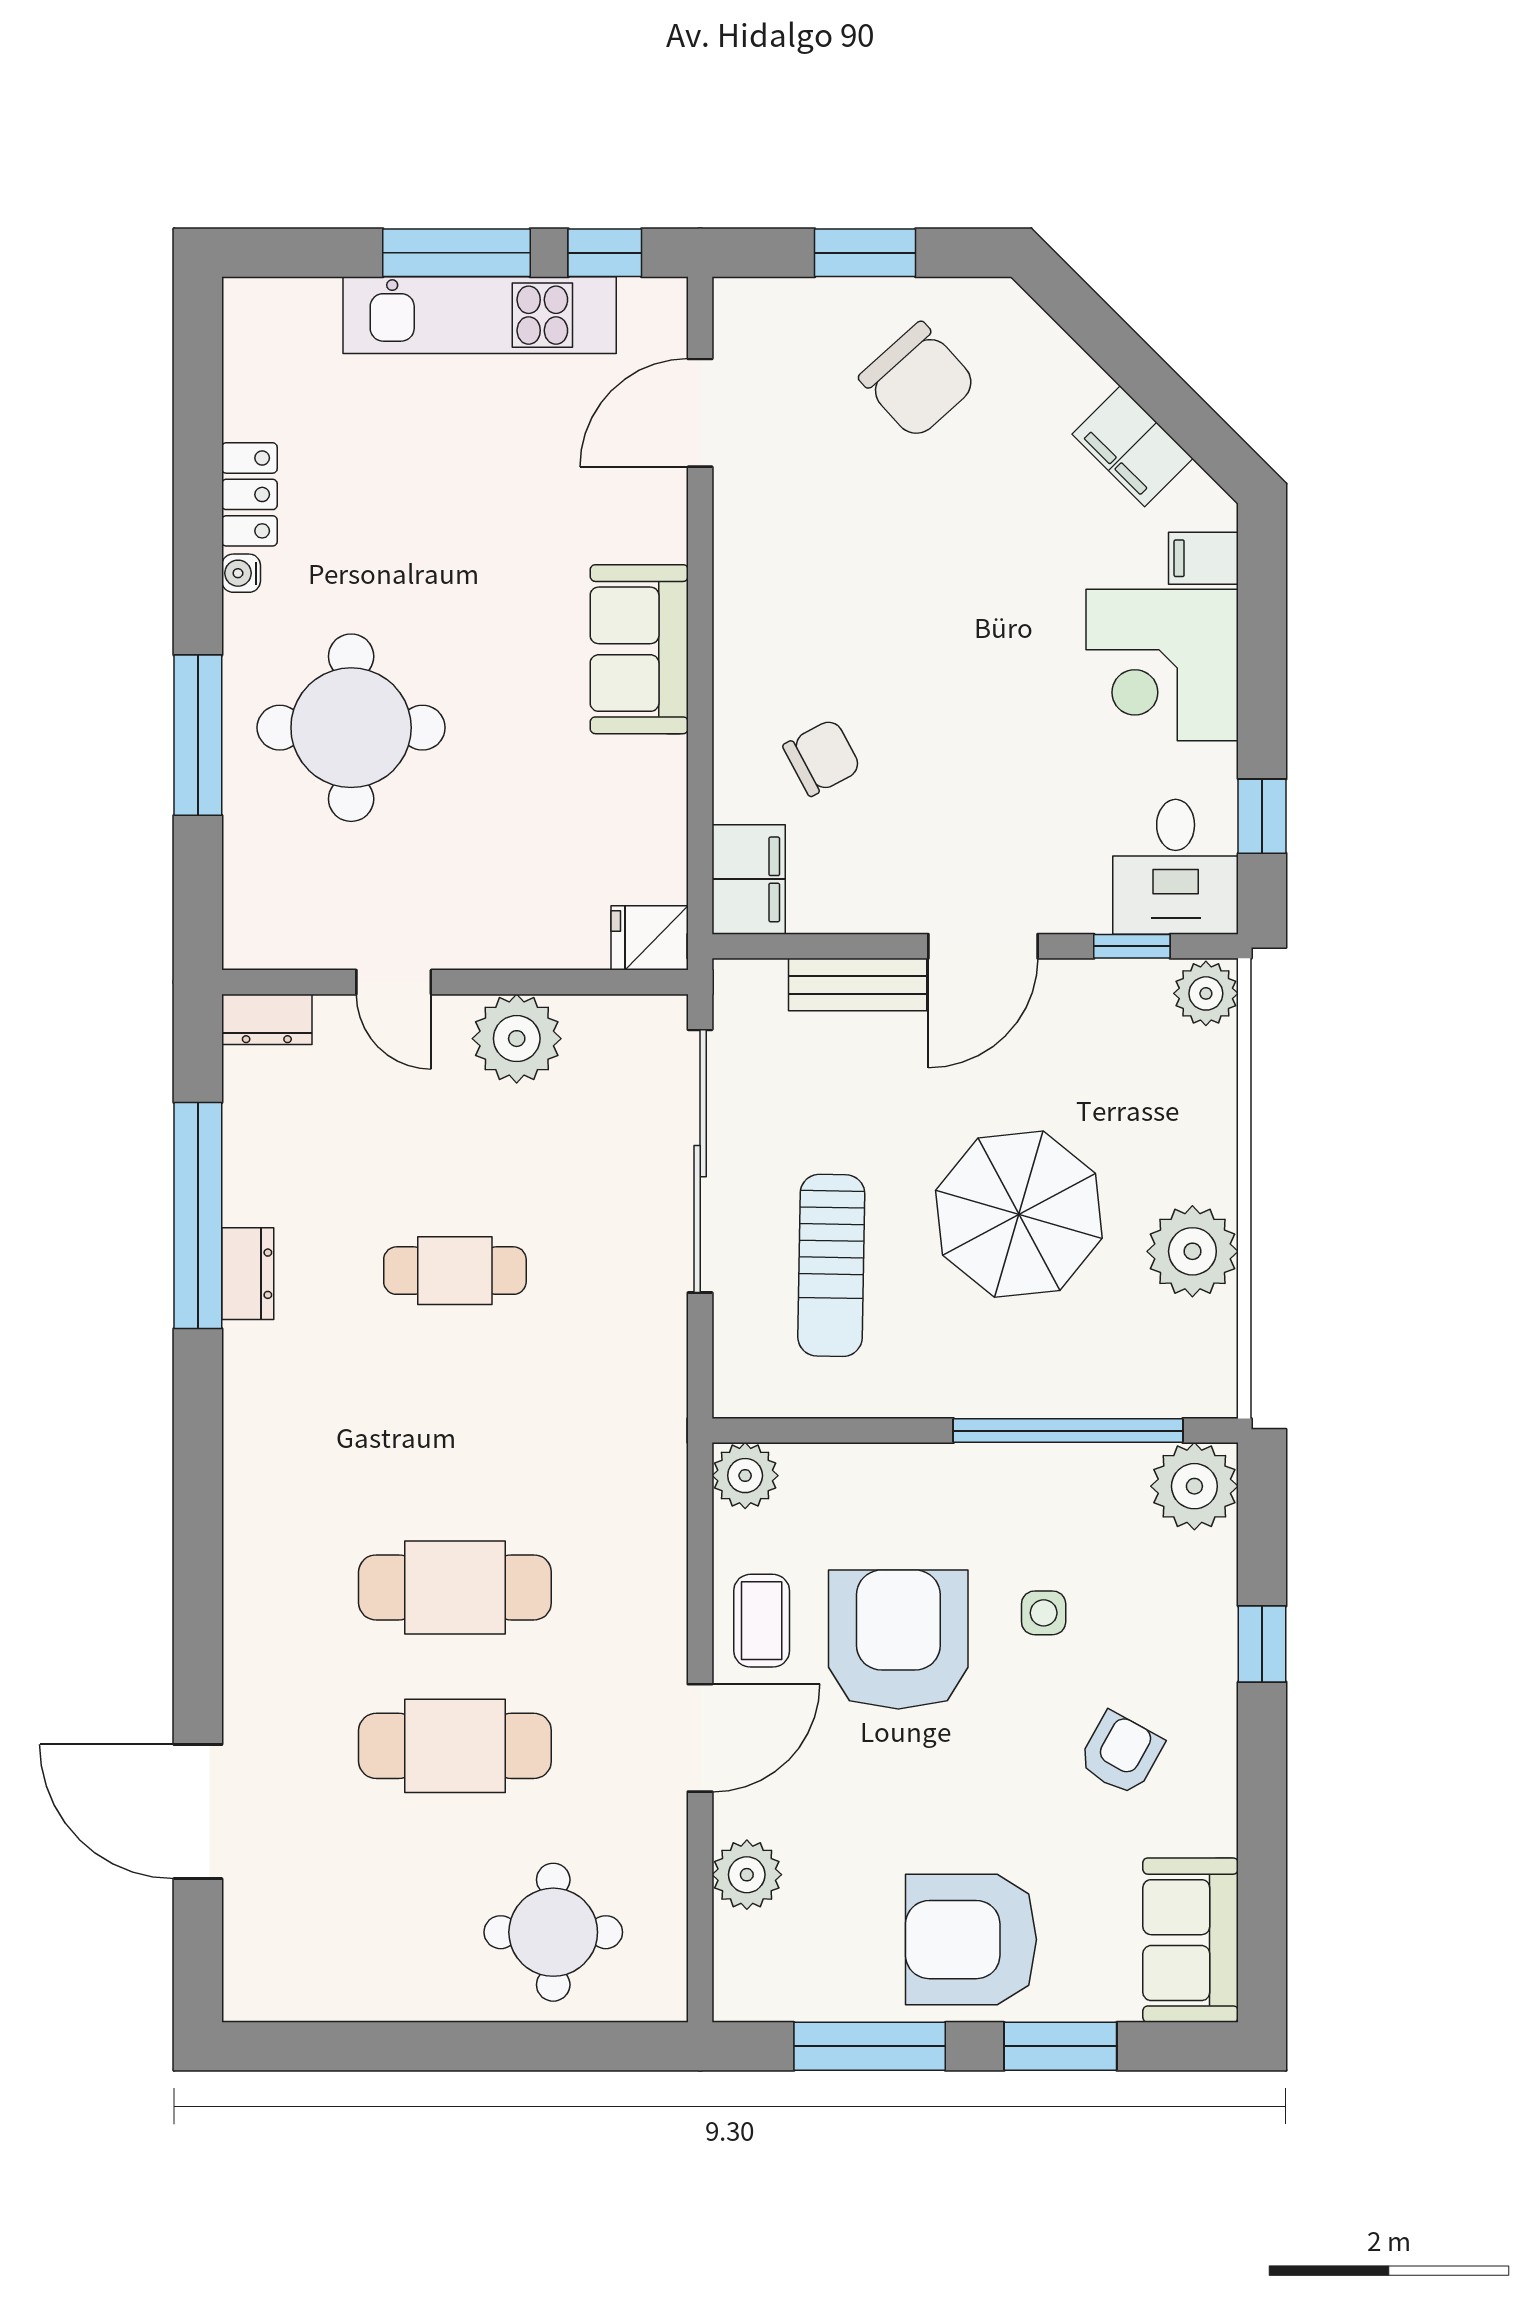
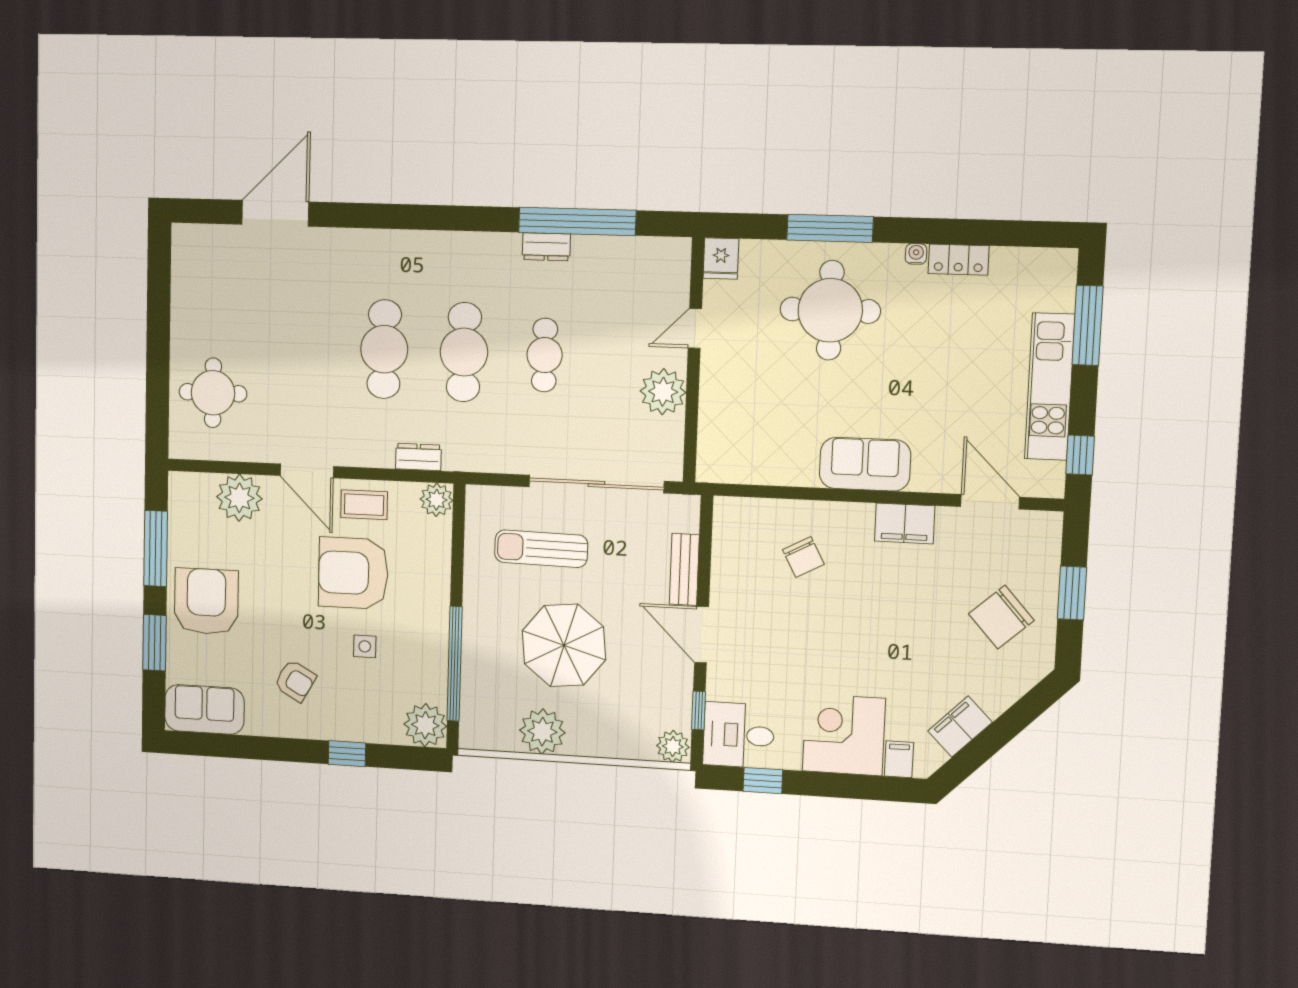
window: (457, 253) -> (1088, 325), moved
filing cabinet: (749, 879) -> (905, 523), moved
fridge: (650, 938) -> (721, 259), moved, turned 180
dresser: (267, 1019) -> (418, 457), moved, turned 90
armchair: (898, 1640) -> (353, 573), turned 180
cafe table: (455, 1746) -> (464, 352), moved
plant: (747, 1875) -> (239, 498), width x1.36, depth x1.36

